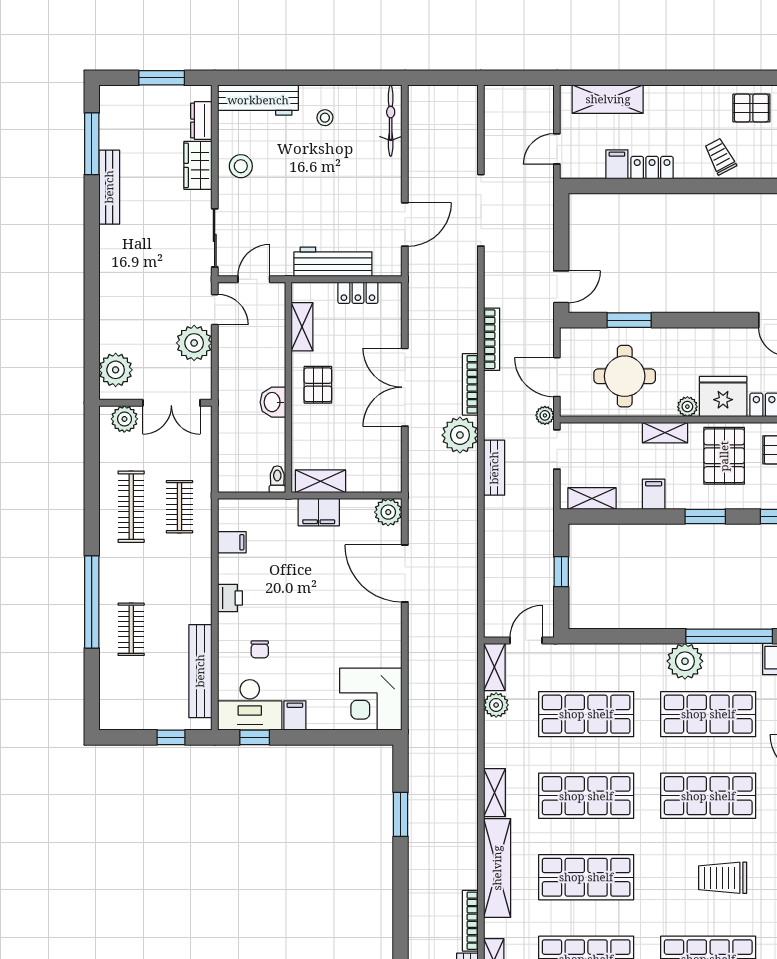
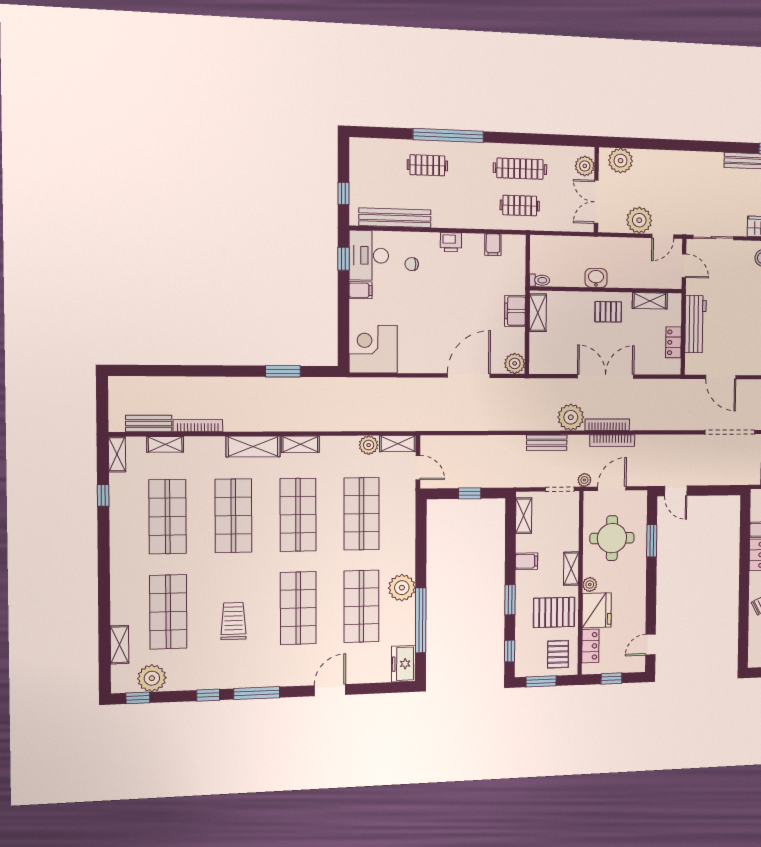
bookcase: (492, 339) -> (612, 441), moved
shelving: (497, 868) -> (253, 446), width x0.68

